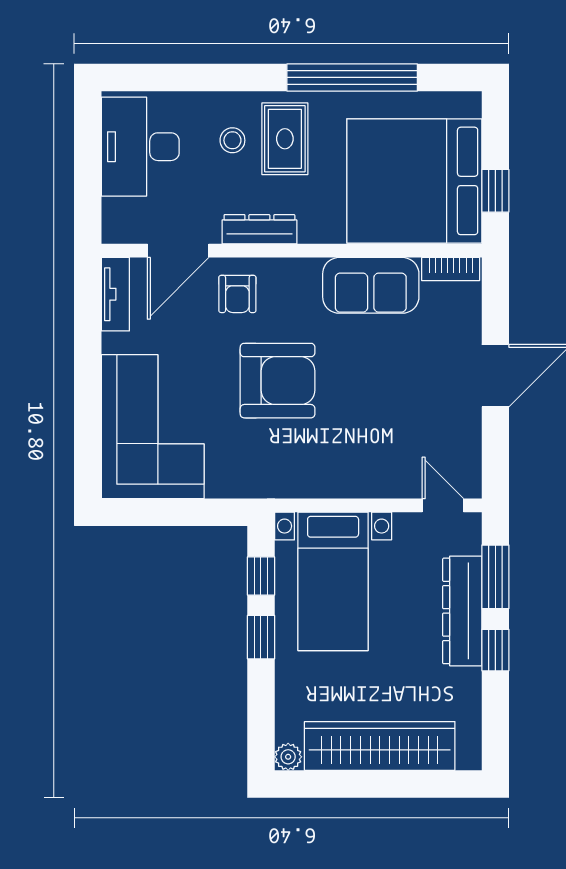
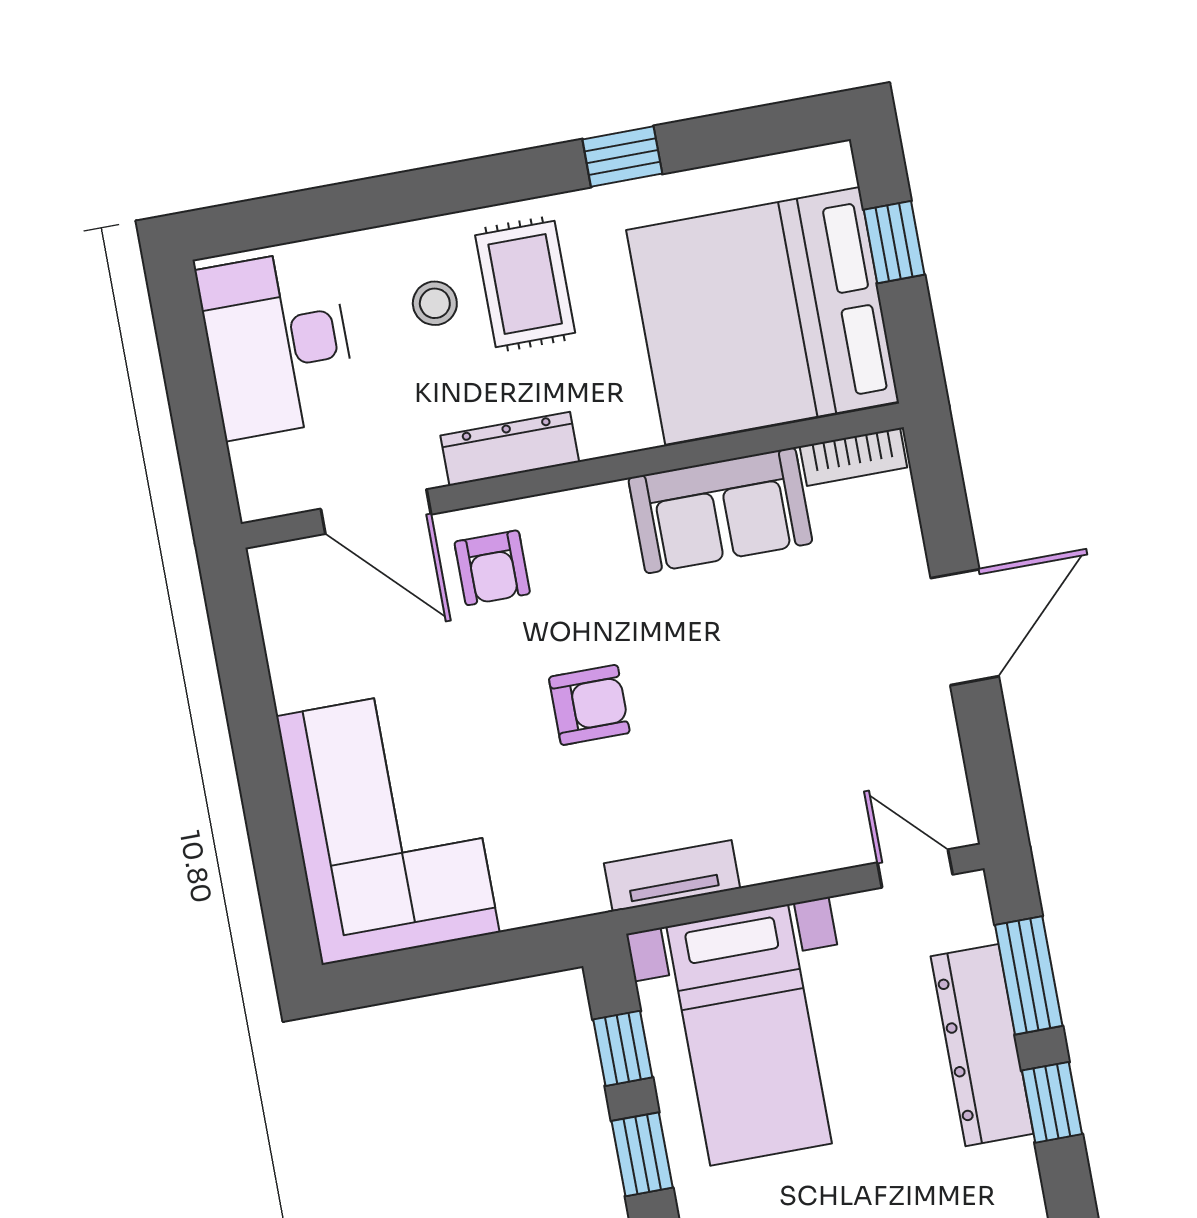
window: (352, 77) -> (622, 156), width x0.32
window: (495, 191) -> (894, 242), moved
door: (178, 251) -> (376, 512), hinge flipped
tv unit: (115, 294) -> (672, 876), moved, turned -90
armchair: (278, 381) -> (589, 705), width x0.53, depth x0.53

